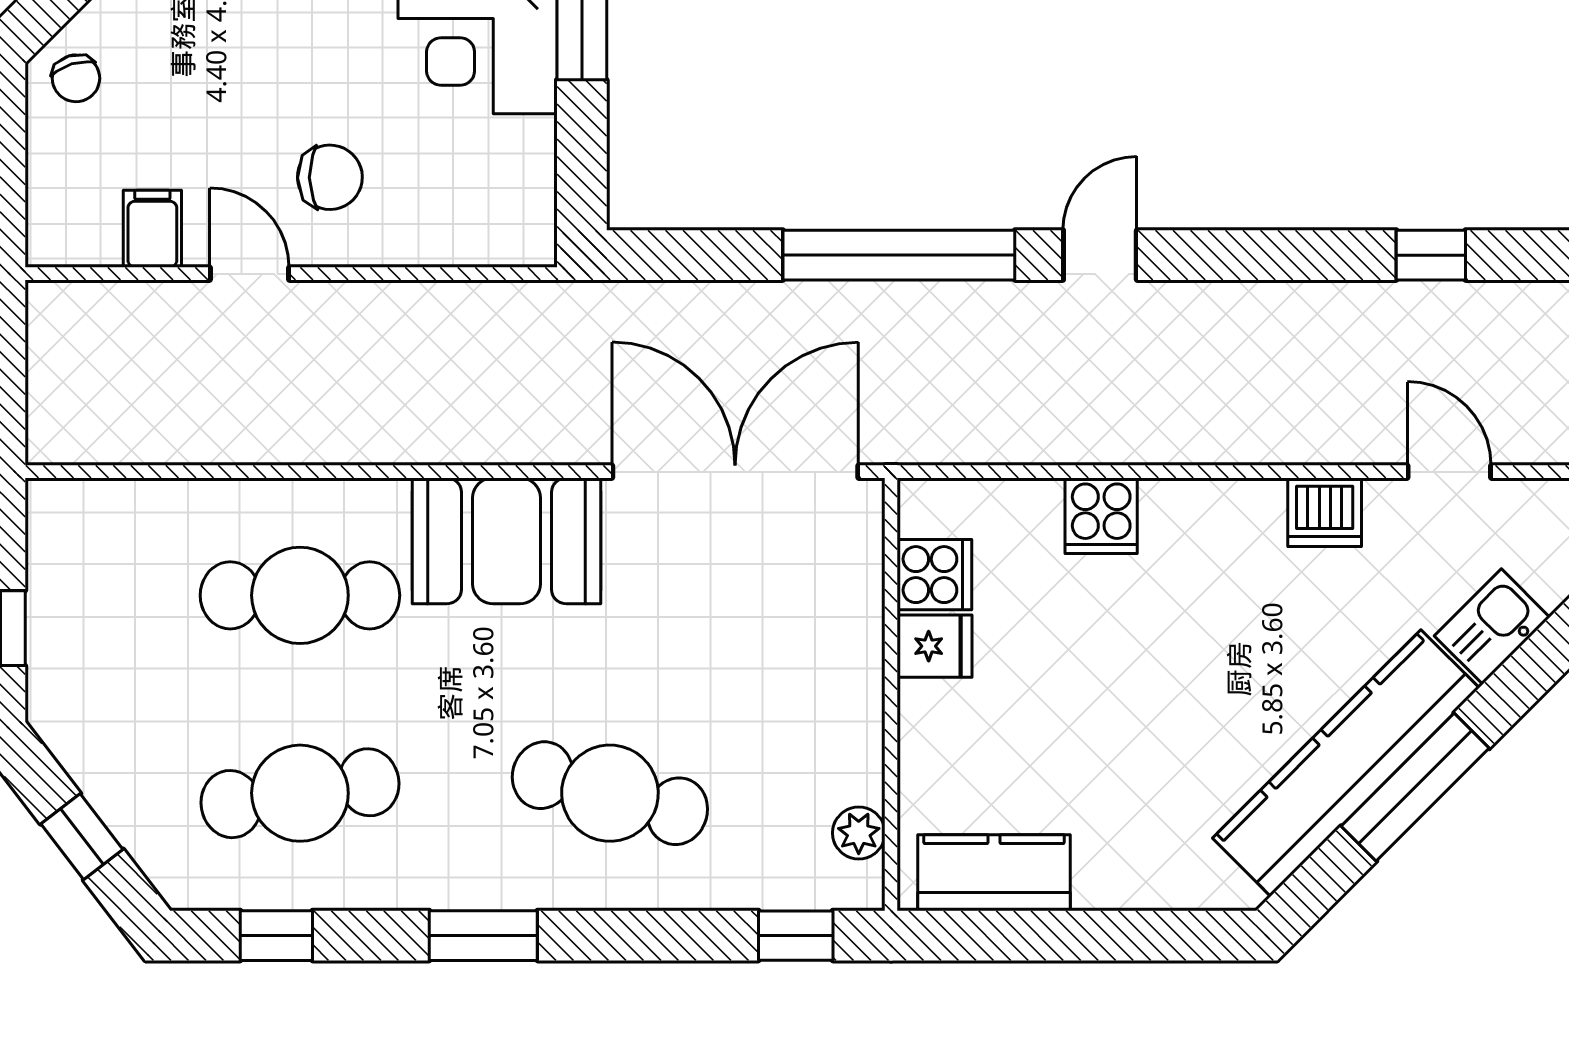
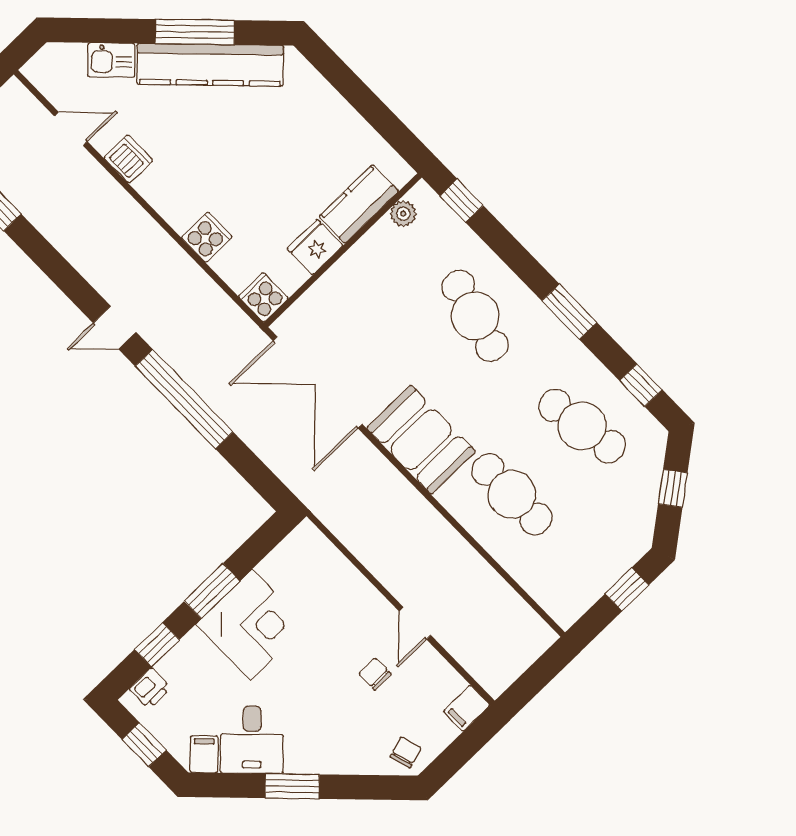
chair: (330, 177) -> (375, 674), moved, width x0.73, depth x0.73
filing cabinet: (152, 229) -> (467, 708), moved
door: (1449, 472) -> (71, 129), swing flipped
cooker: (934, 575) -> (263, 297), moved
fridge: (935, 646) -> (315, 247), width x1.38
kitchen counter: (994, 873) -> (359, 204), moved, turned 90

